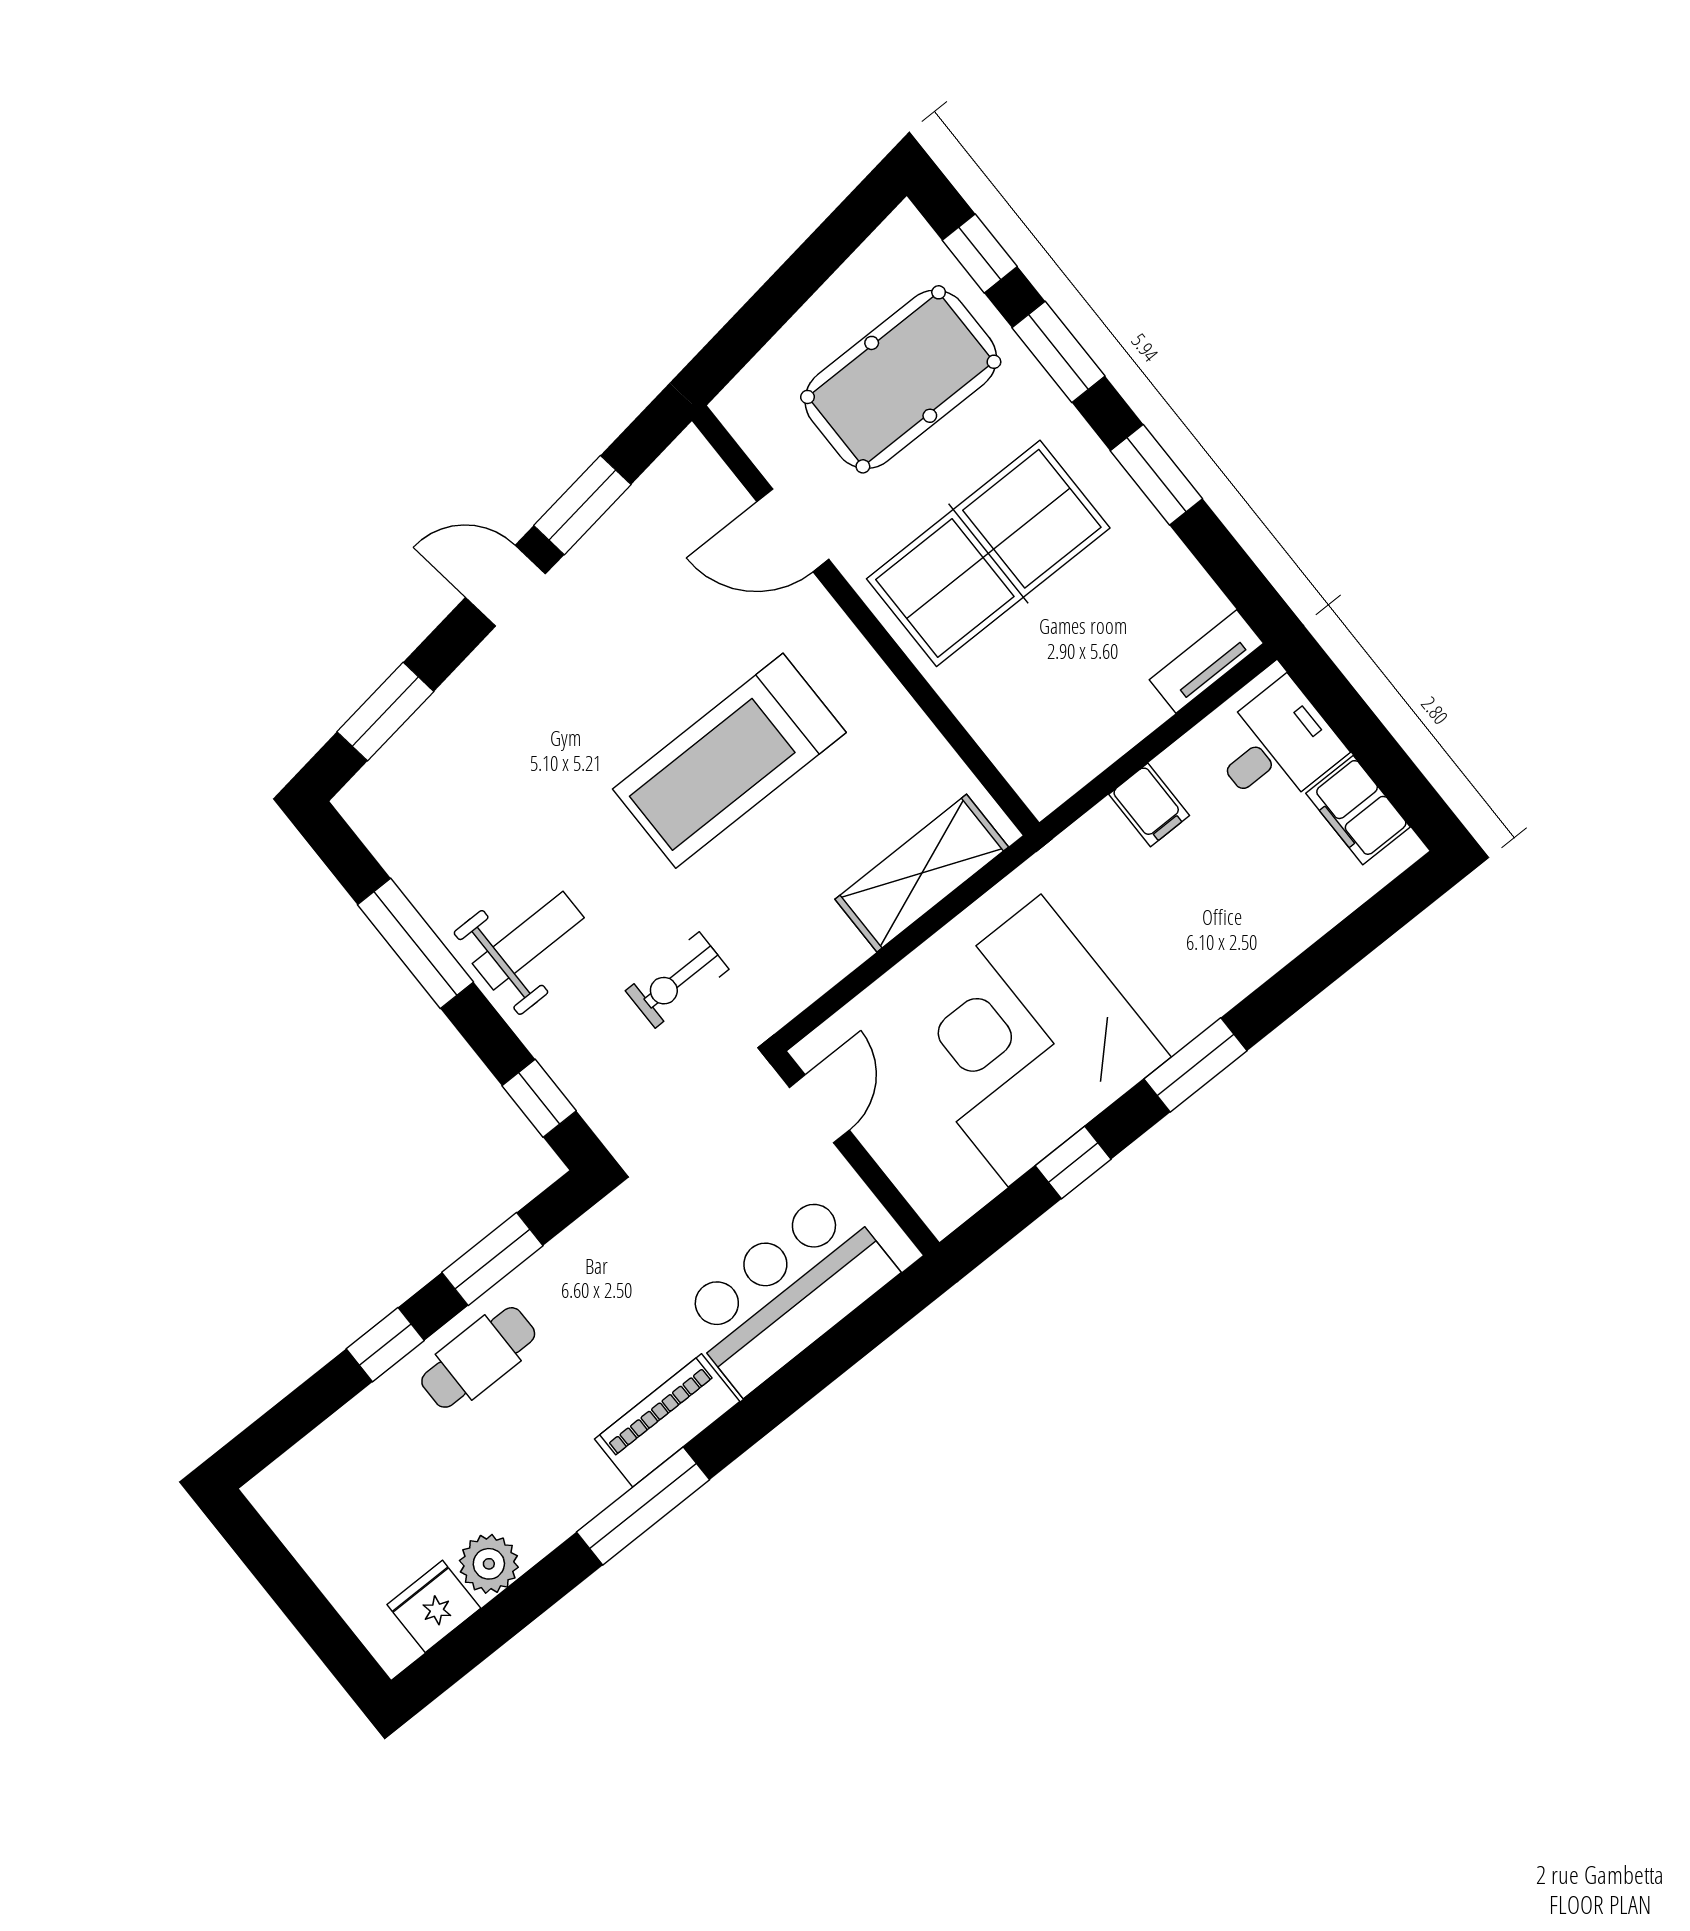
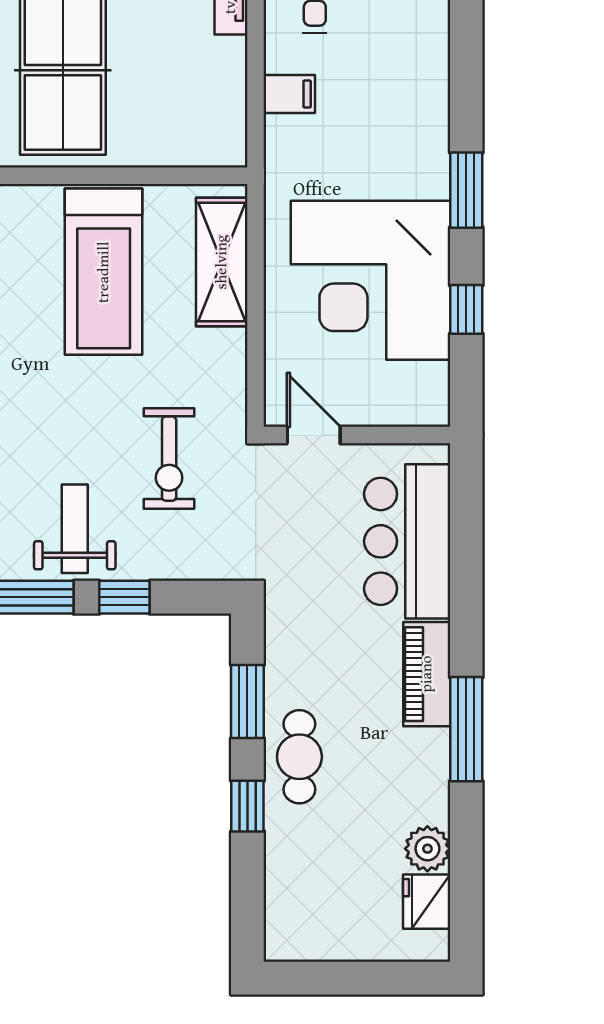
treadmill: (729, 761) -> (104, 272), moved
exercise bike: (677, 980) -> (169, 459), width x1.38, depth x1.39
window: (539, 1098) -> (124, 597), moved

